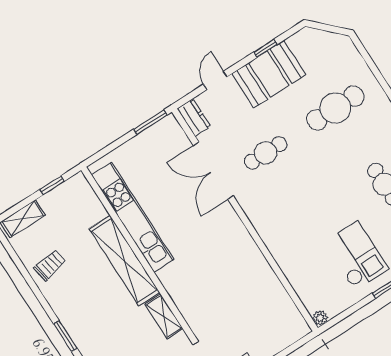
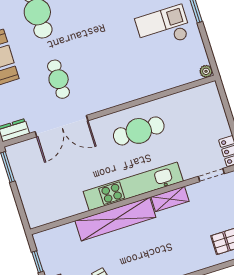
kitchen unit: (133, 217) -> (133, 186), moved
cafe table: (232, 260) -> (139, 131), added

